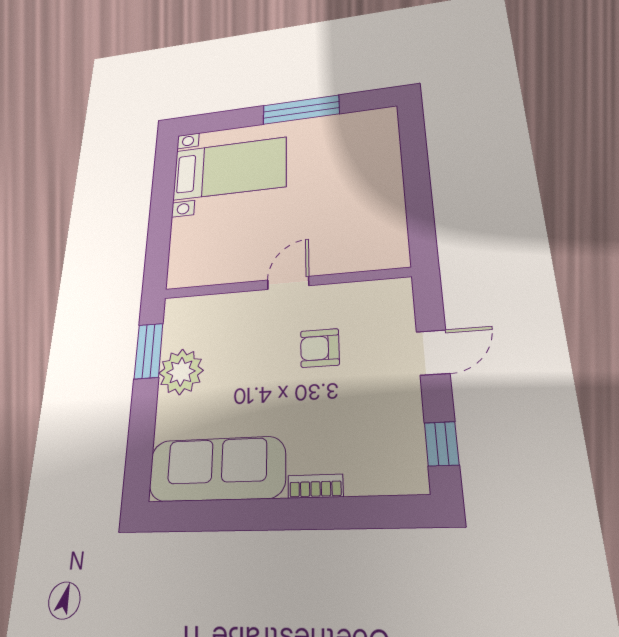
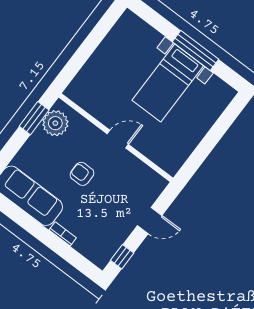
bed with nightstands: (230, 169) -> (168, 83), moved, turned 90
armchair: (320, 348) -> (82, 174), moved
plant: (181, 372) -> (55, 123), moved

